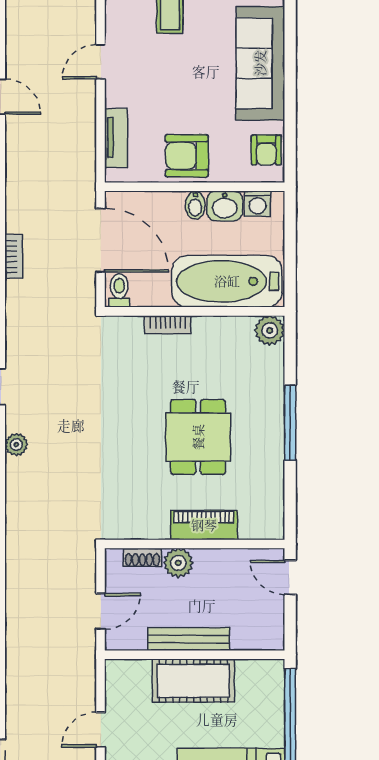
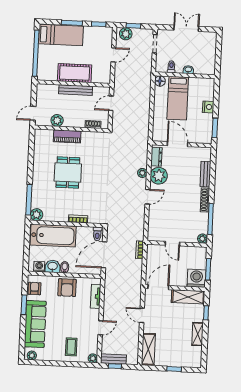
window: (290, 109) -> (24, 305), added
armchair: (187, 156) -> (67, 288), turned 90
door: (101, 240) -> (104, 255), hinge flipped
window: (290, 423) -> (29, 200), moved
plant: (178, 563) -> (57, 120), moved
door: (290, 577) -> (33, 113), swing flipped

